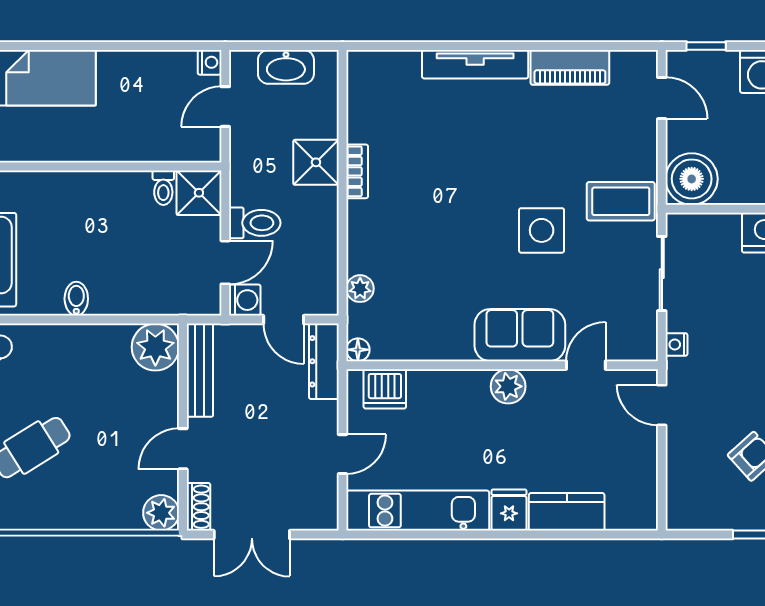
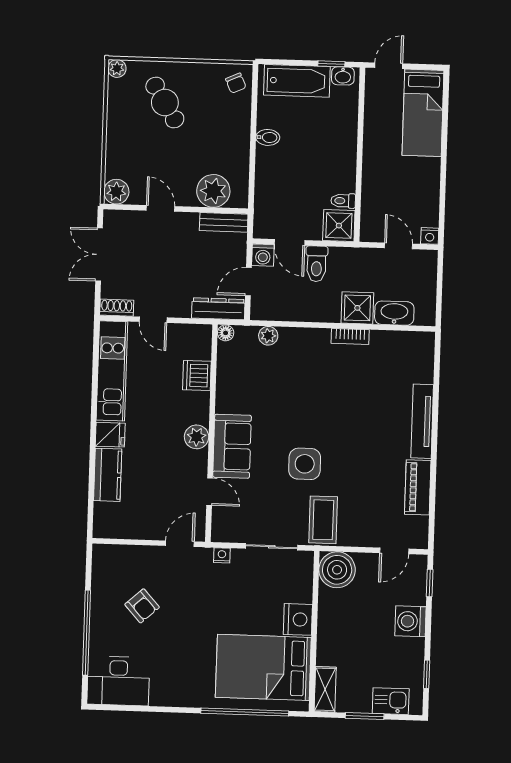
washbasin: (286, 67) -> (394, 313), moved, turned 90
plant: (155, 347) -> (213, 191), moved
bench: (200, 370) -> (224, 222), width x0.73
dishwasher: (385, 389) -> (197, 375), moved
shoe rack: (198, 507) -> (117, 308), moved, turned 180

